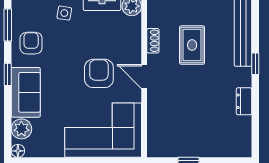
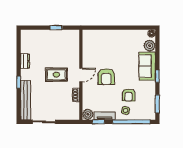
armchair: (31, 43) -> (128, 95), moved
rug: (192, 45) -> (56, 75), moved, turned 90
door: (144, 77) -> (81, 75), hinge flipped
corner sofa: (103, 130) -> (104, 45), removed

